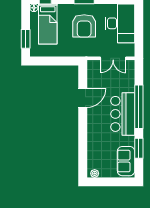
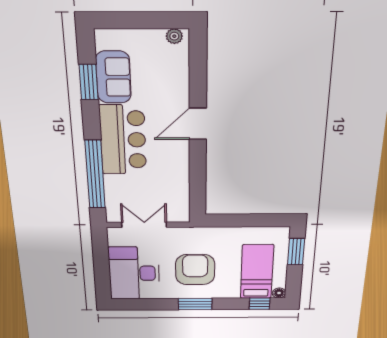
door: (83, 98) -> (198, 124), moved
window: (139, 107) -> (95, 175), moved
sofa: (126, 161) -> (113, 77), moved

